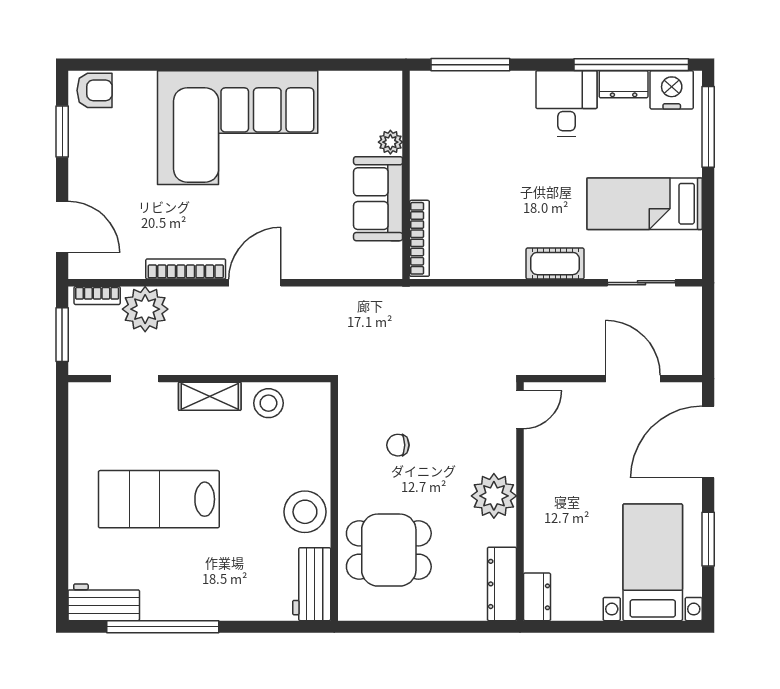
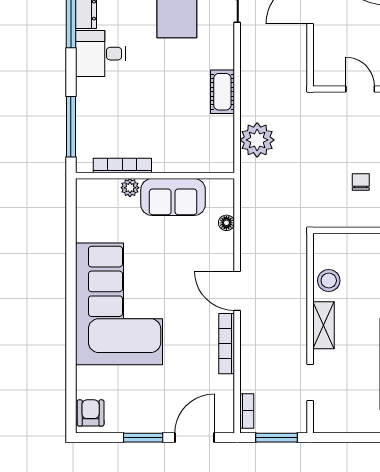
window: (62, 131) -> (143, 438), moved
bookcase: (419, 238) -> (122, 166), moved
cot: (555, 264) -> (222, 92), moved
floor lamp: (344, 269) -> (226, 223), added
plant: (145, 309) -> (257, 140), moved
door: (520, 410) -> (360, 89), moved
chair: (398, 445) -> (361, 182), turned 180

